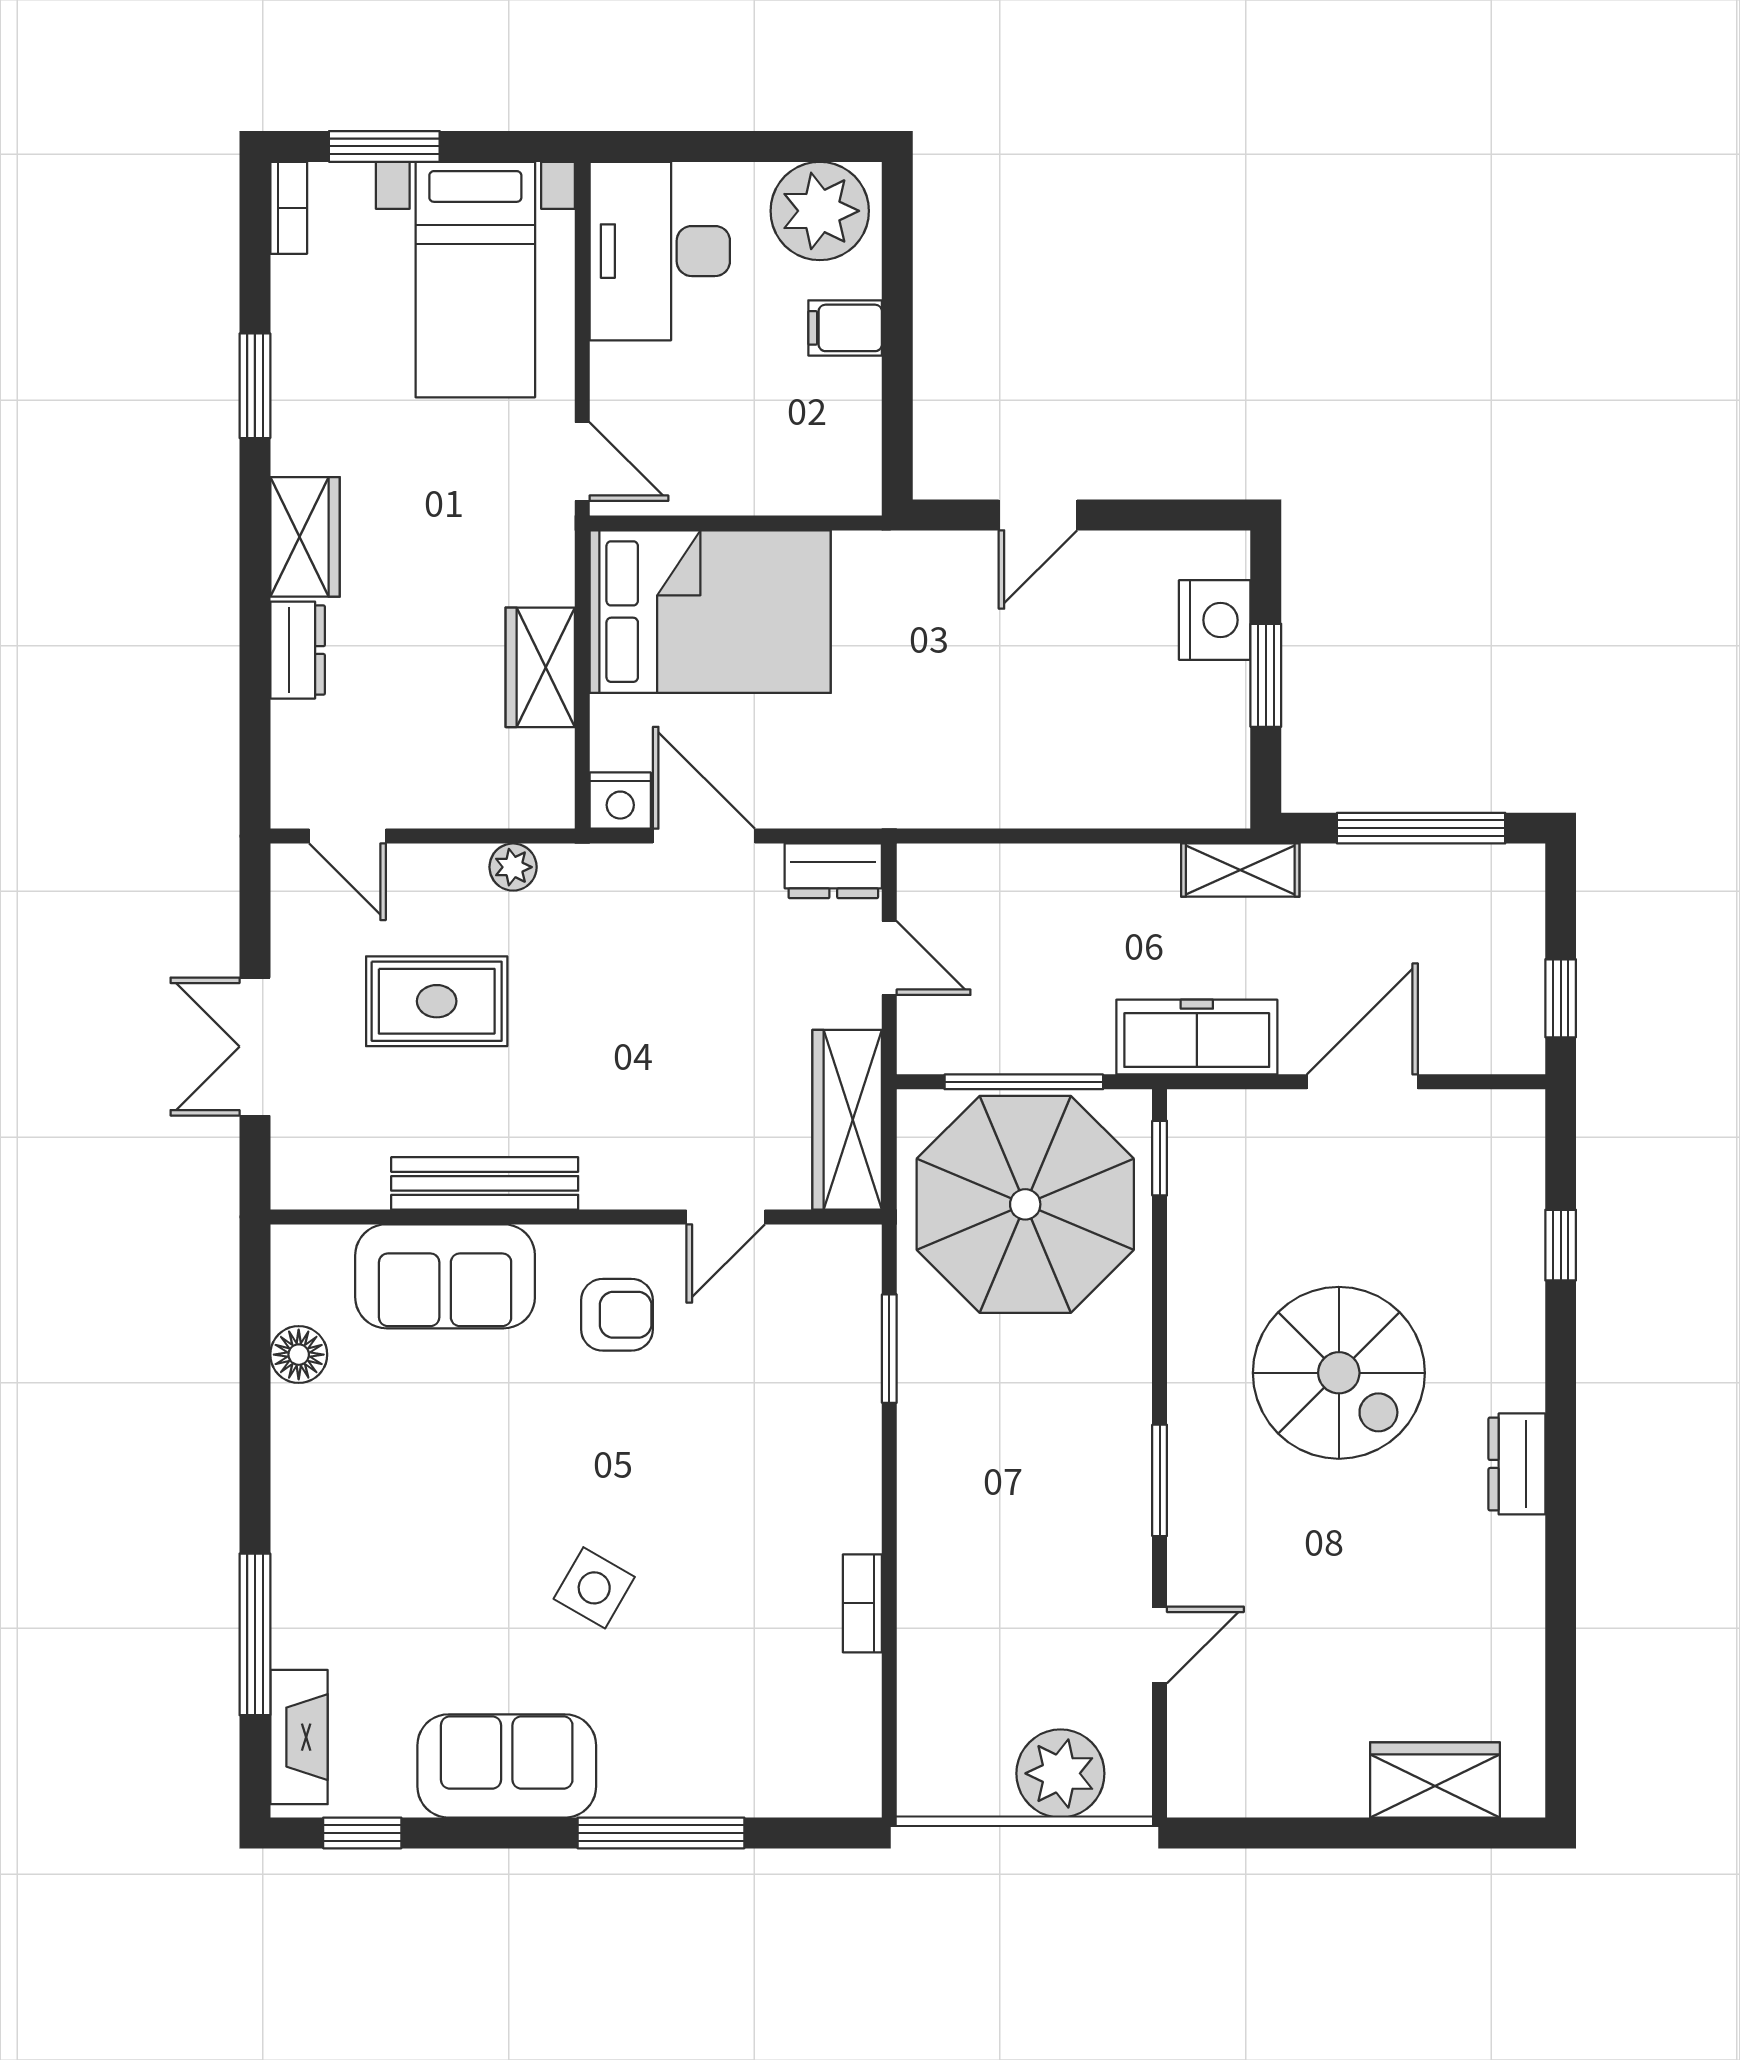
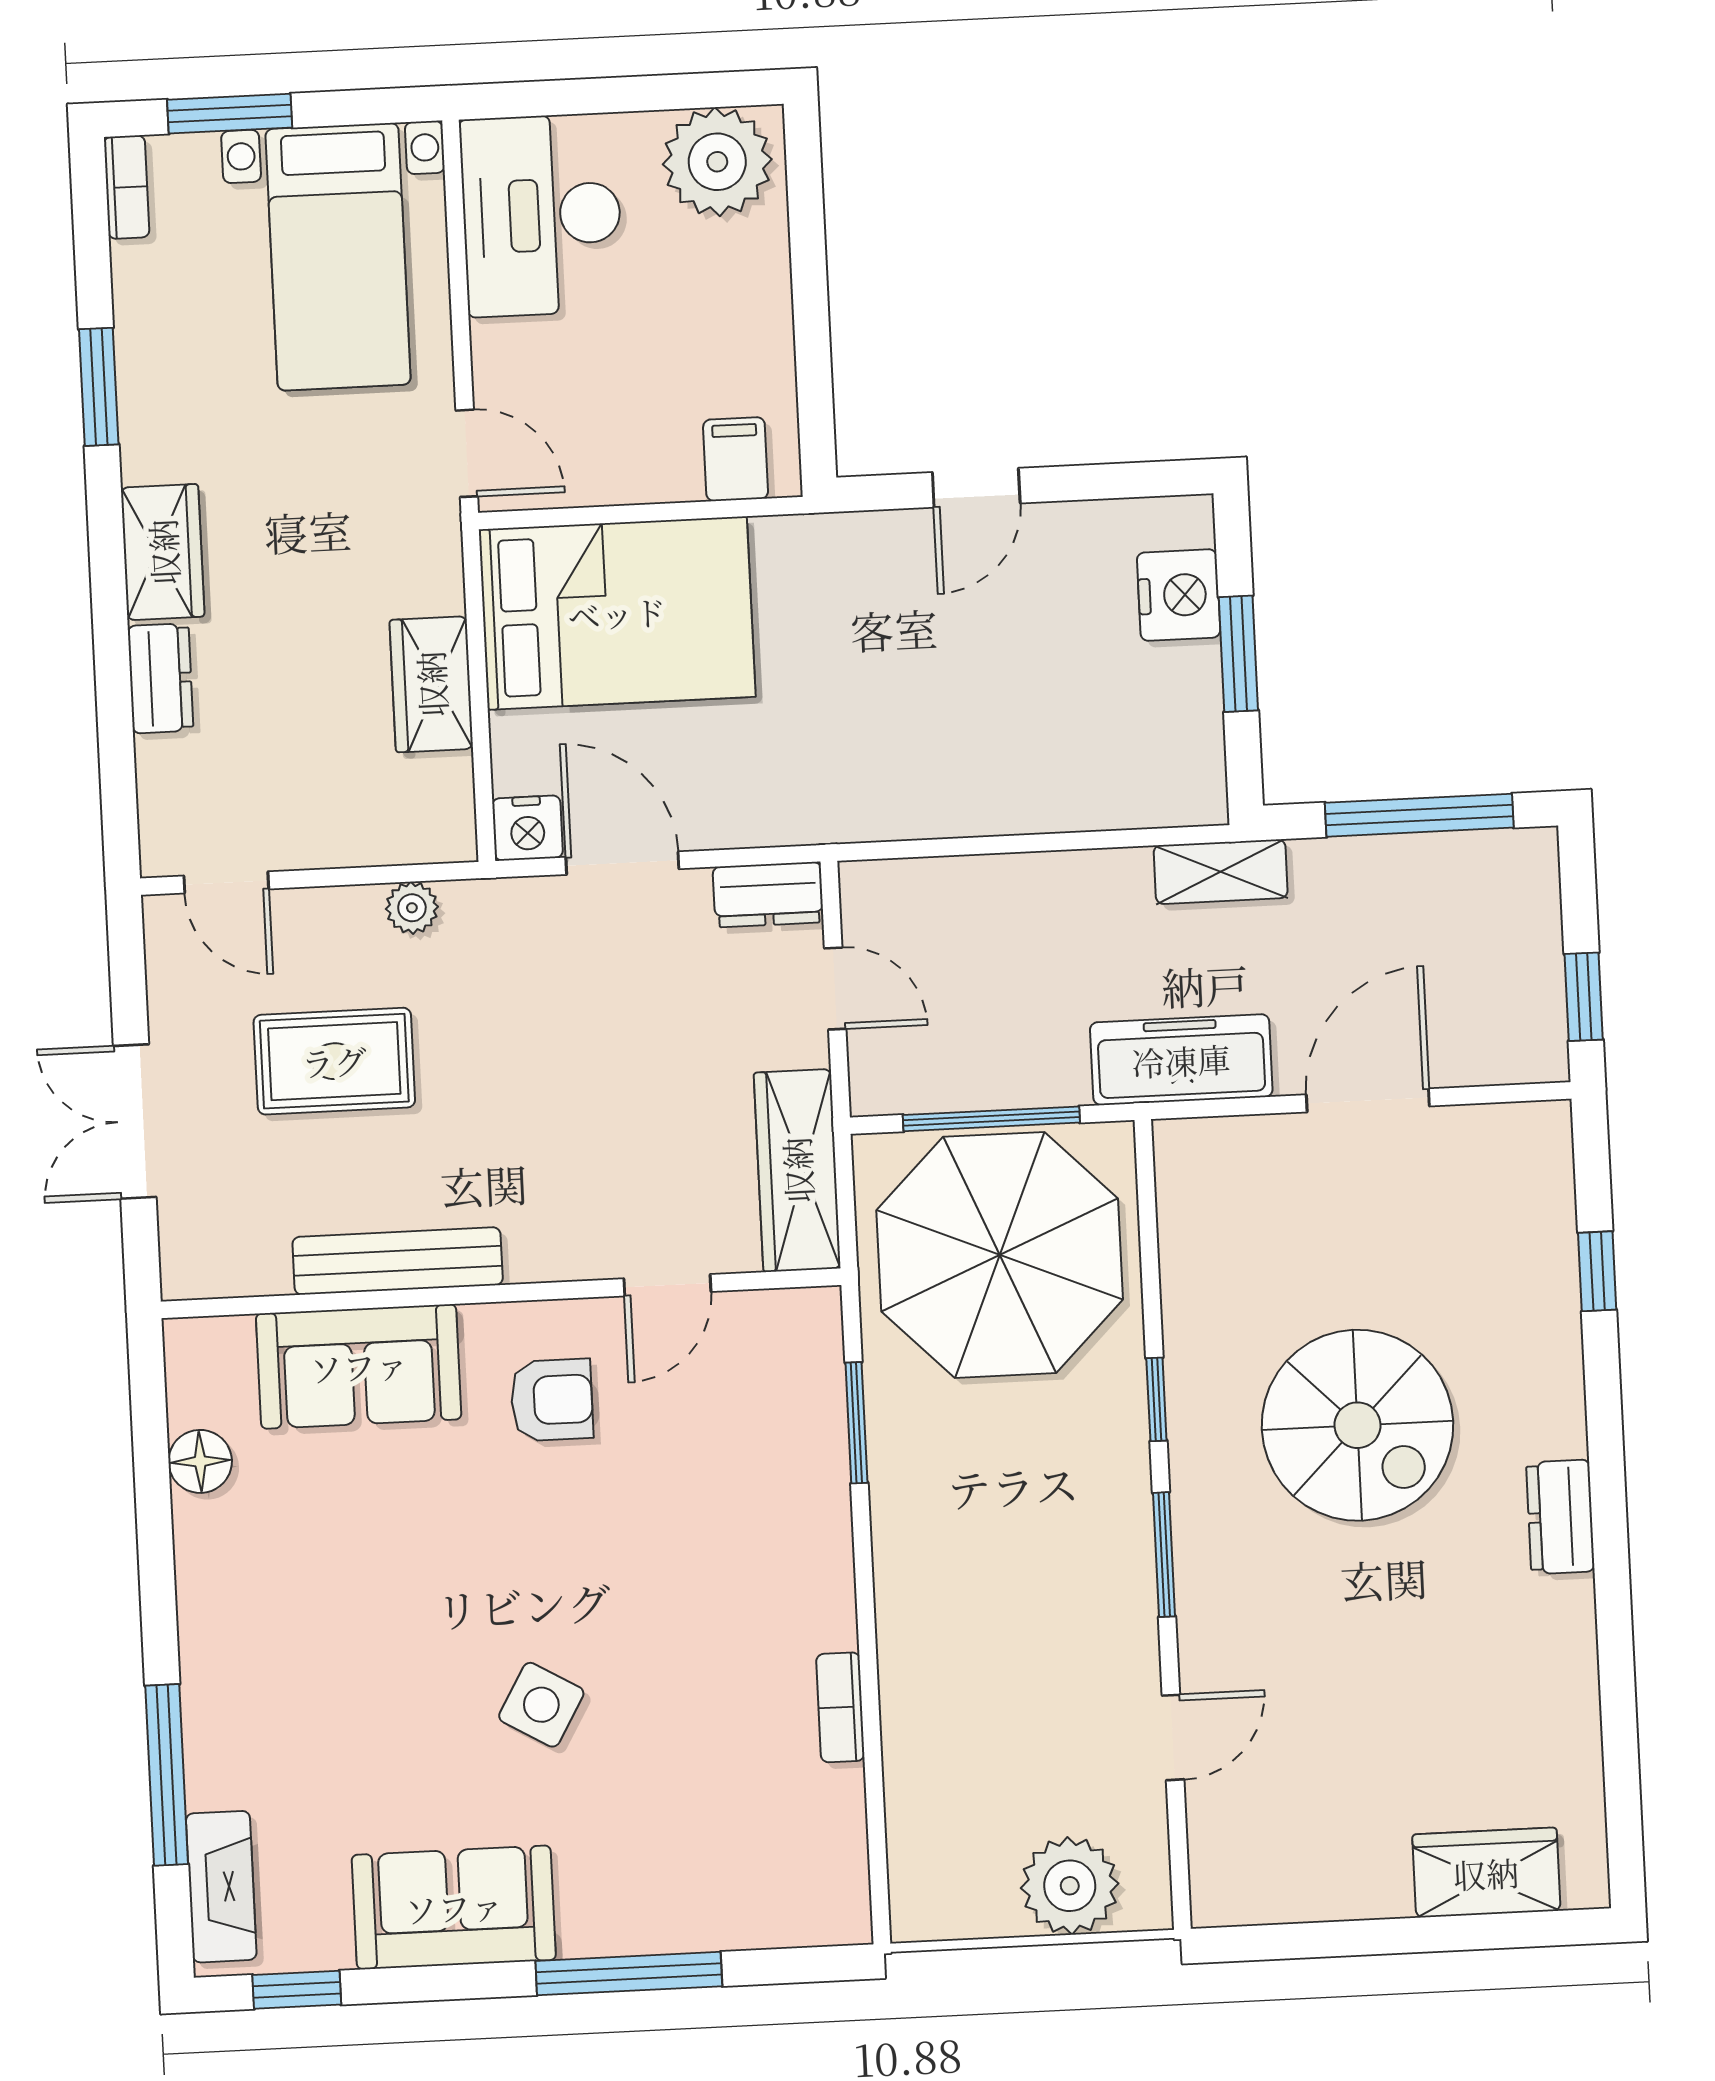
filing cabinet: (845, 328) -> (736, 459), moved, turned 90
window: (1160, 1158) -> (1156, 1399), moved

